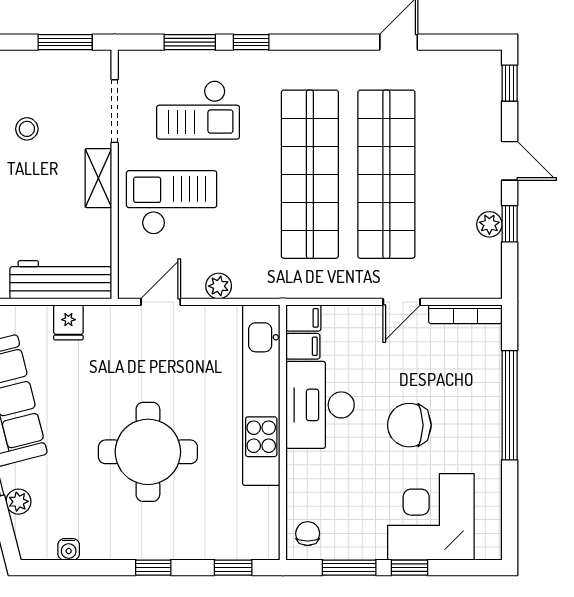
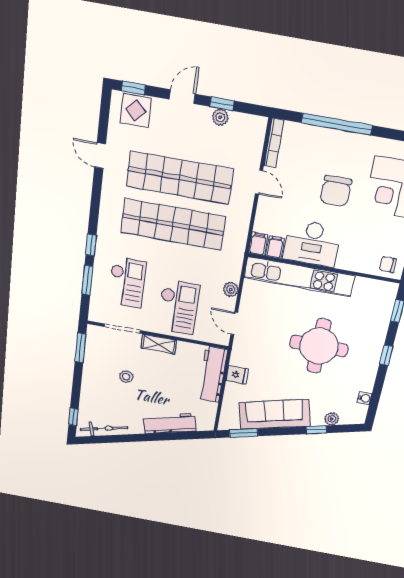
display table: (477, 91) -> (136, 111), added
checkout: (172, 202) -> (178, 307), turned 180

